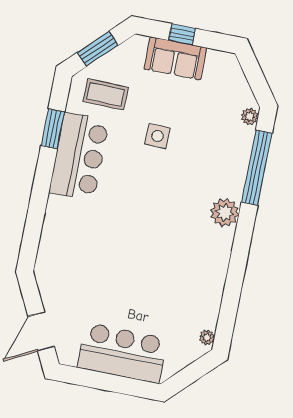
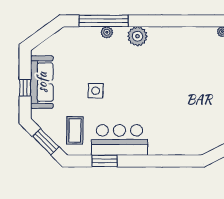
sofa: (175, 58) -> (42, 82), width x1.36
plant: (250, 116) -> (107, 32), moved

